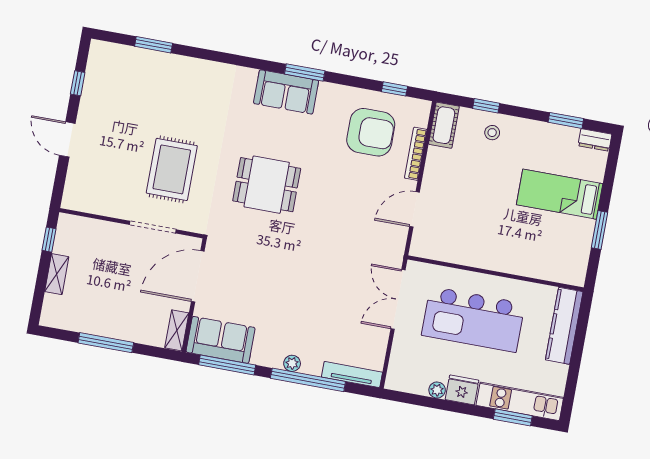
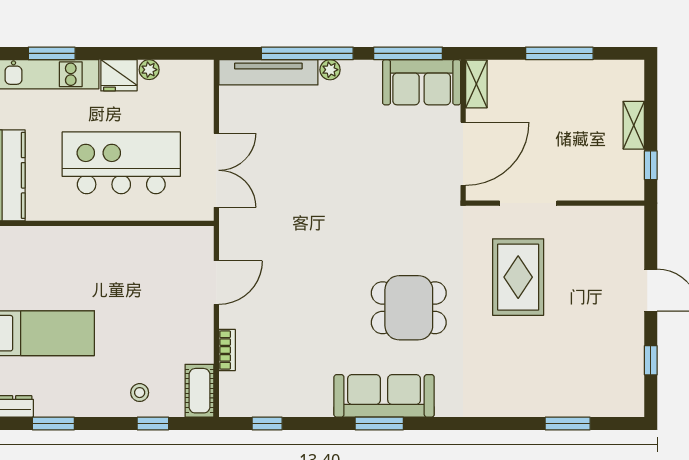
sofa: (286, 92) -> (384, 396), width x1.36
armchair: (371, 132) -> (286, 366), removed
bookcase: (416, 154) -> (227, 350), width x0.64
dining table: (267, 185) -> (409, 308), moved
tv unit: (352, 375) -> (268, 72), width x1.36, depth x1.29

